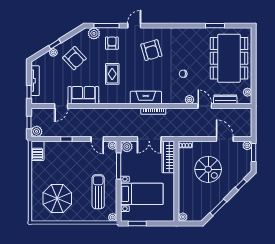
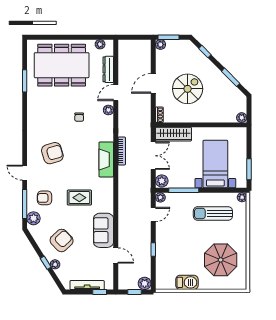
door: (225, 139) -> (153, 83), moved
barbecue: (37, 151) -> (187, 282), moved

